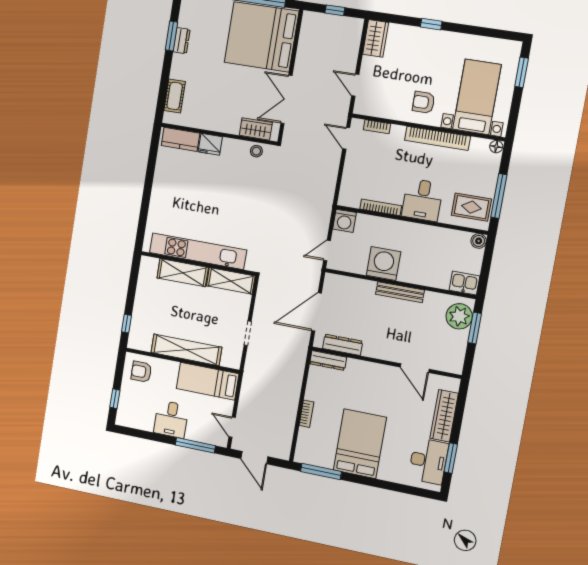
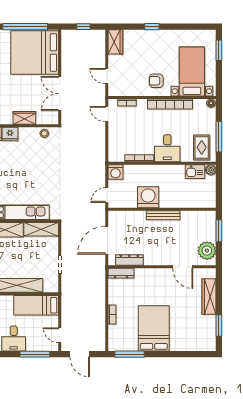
wardrobe: (256, 129) -> (24, 118), moved
rug: (471, 207) -> (202, 147), turned 90
kitchen sink: (464, 283) -> (195, 172), moved, turned 180
plant: (459, 316) -> (207, 251), moved
desk: (428, 461) -> (204, 331), removed

